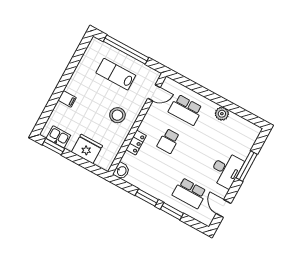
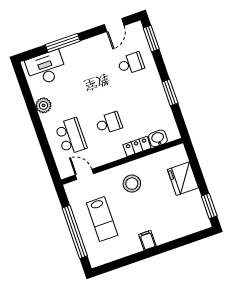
filing cabinet: (67, 99) -> (147, 240), moved
kitchen sink: (58, 137) -> (198, 210), removed
desk: (226, 170) -> (46, 68), moved
washbasin: (121, 171) -> (158, 138), moved
school desk: (190, 193) -> (131, 64), width x0.54
window: (172, 211) -> (151, 39), moved

